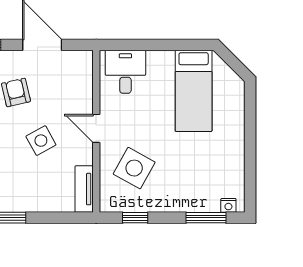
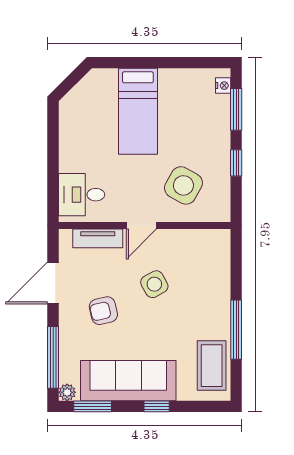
bed: (194, 91) -> (138, 111), moved, turned 90
tv unit: (84, 189) -> (98, 238), moved
window: (135, 218) -> (236, 163), moved

